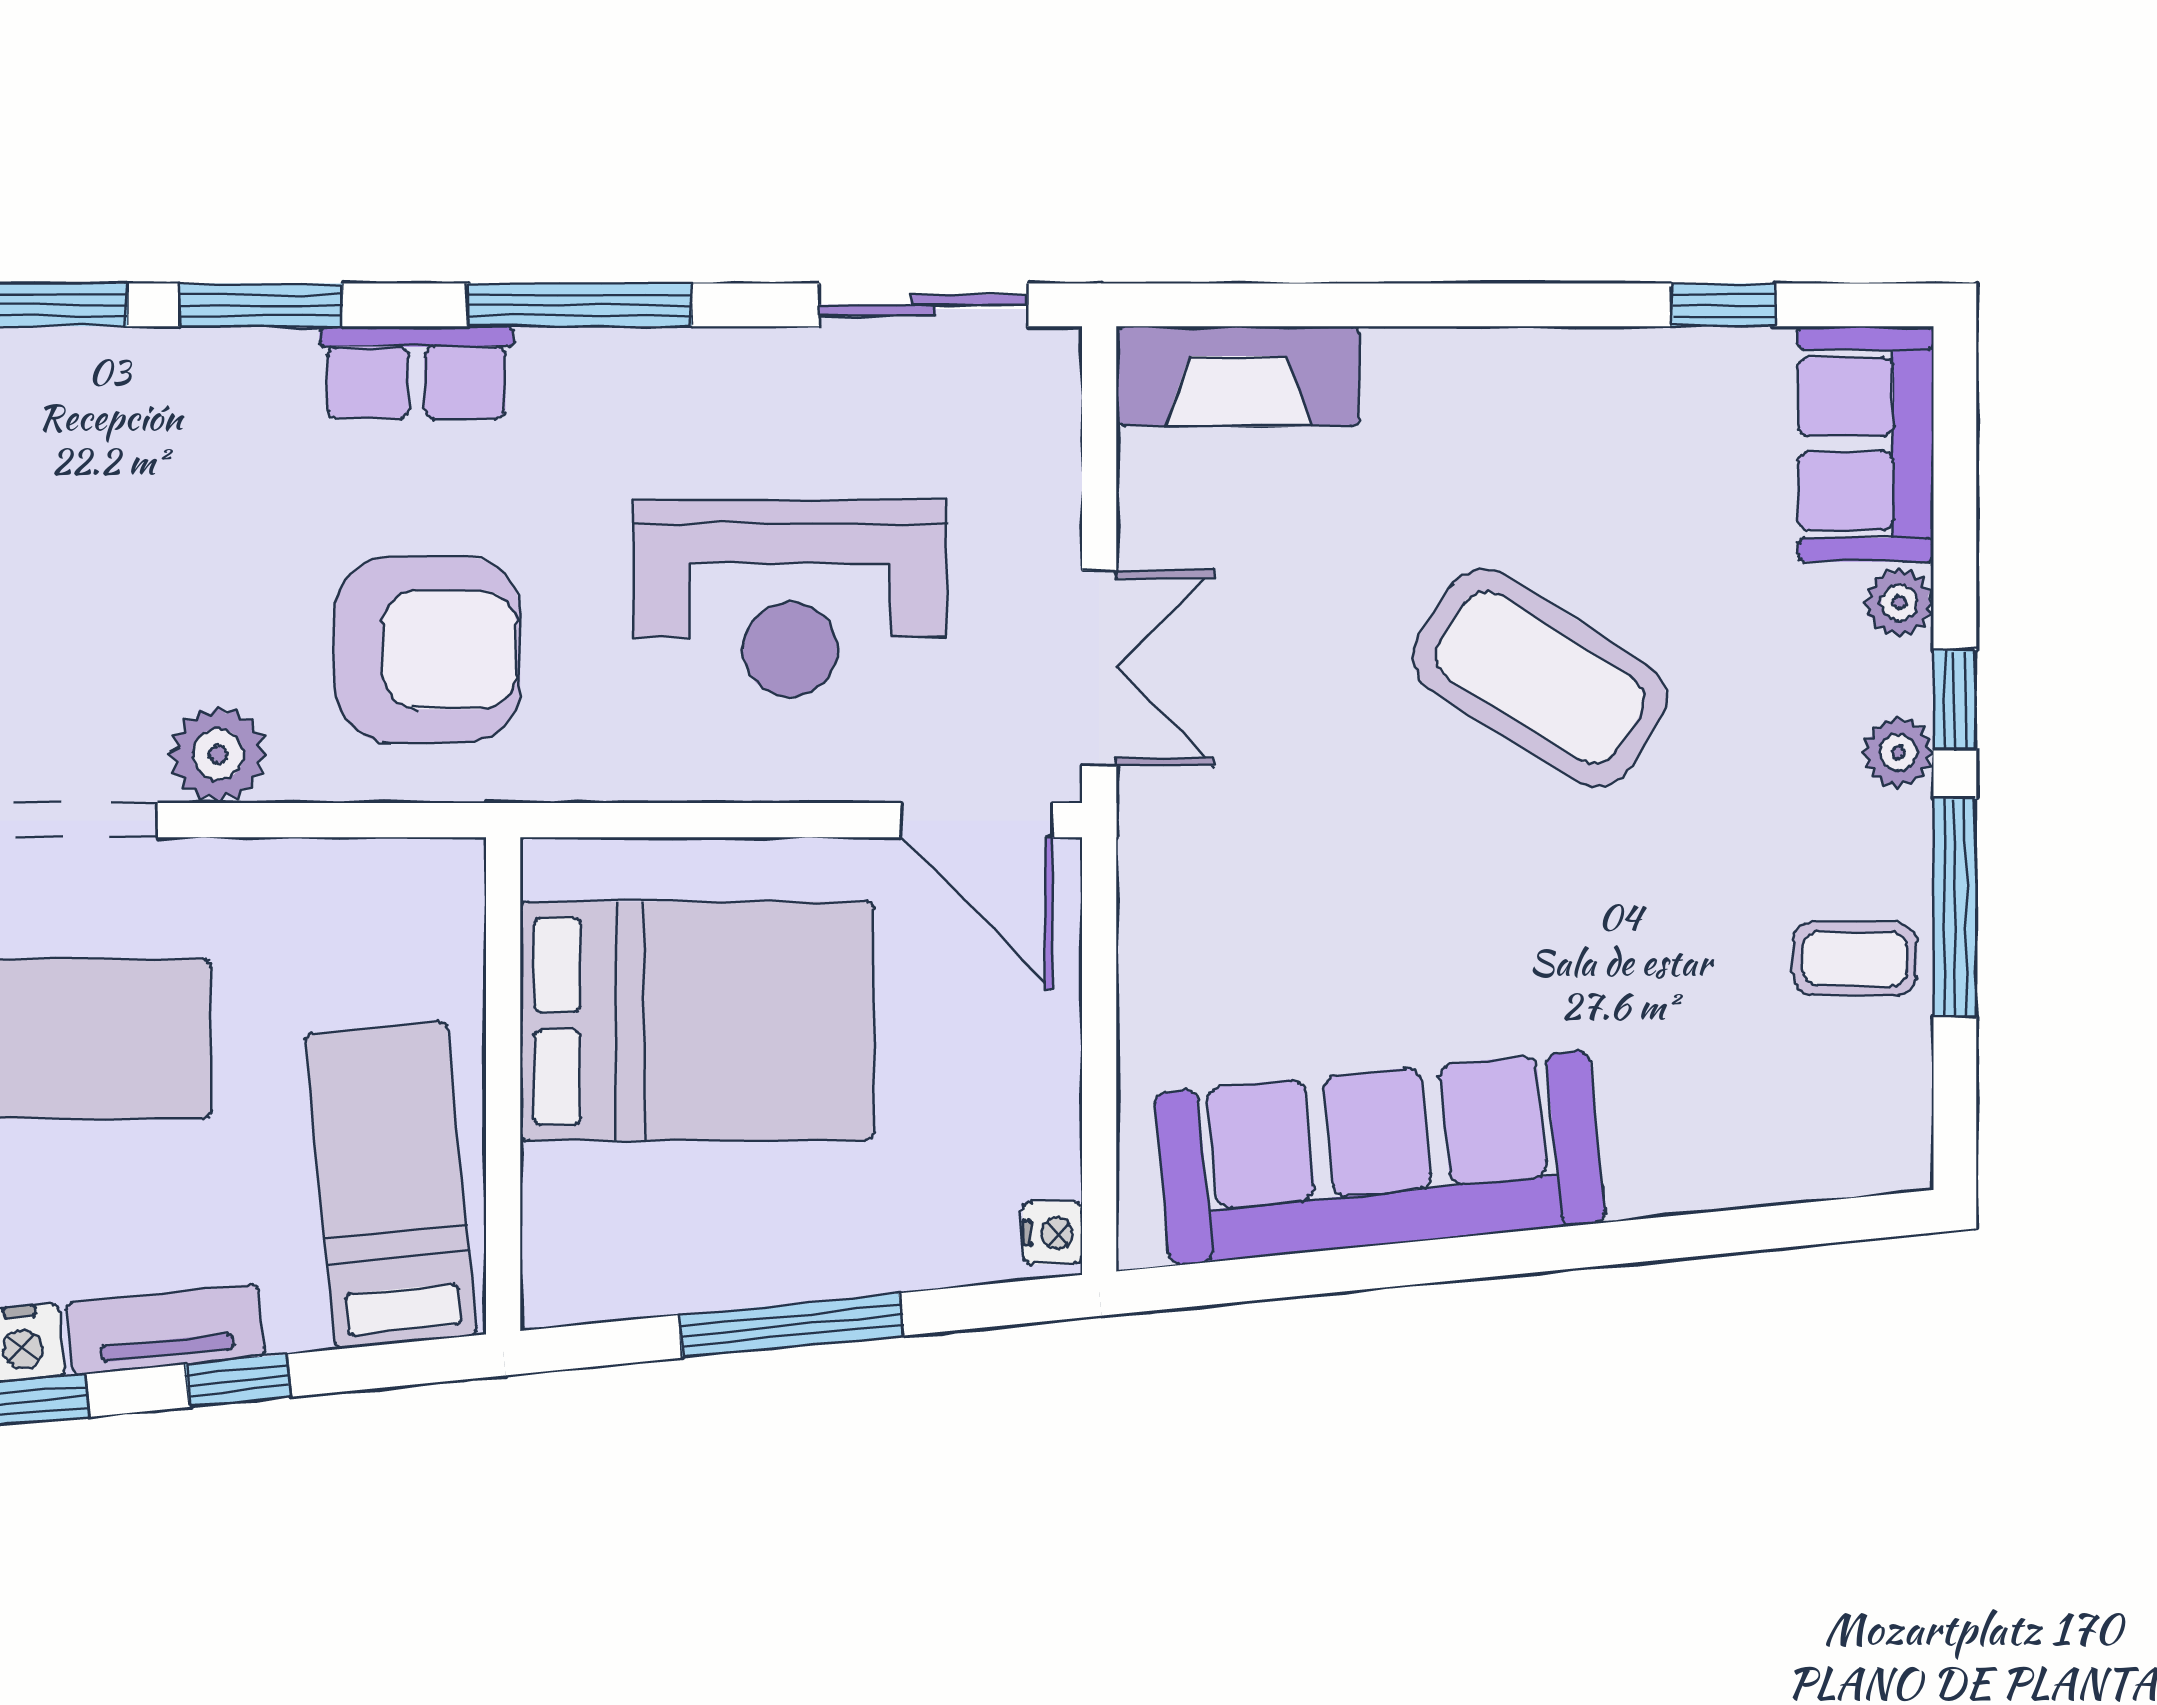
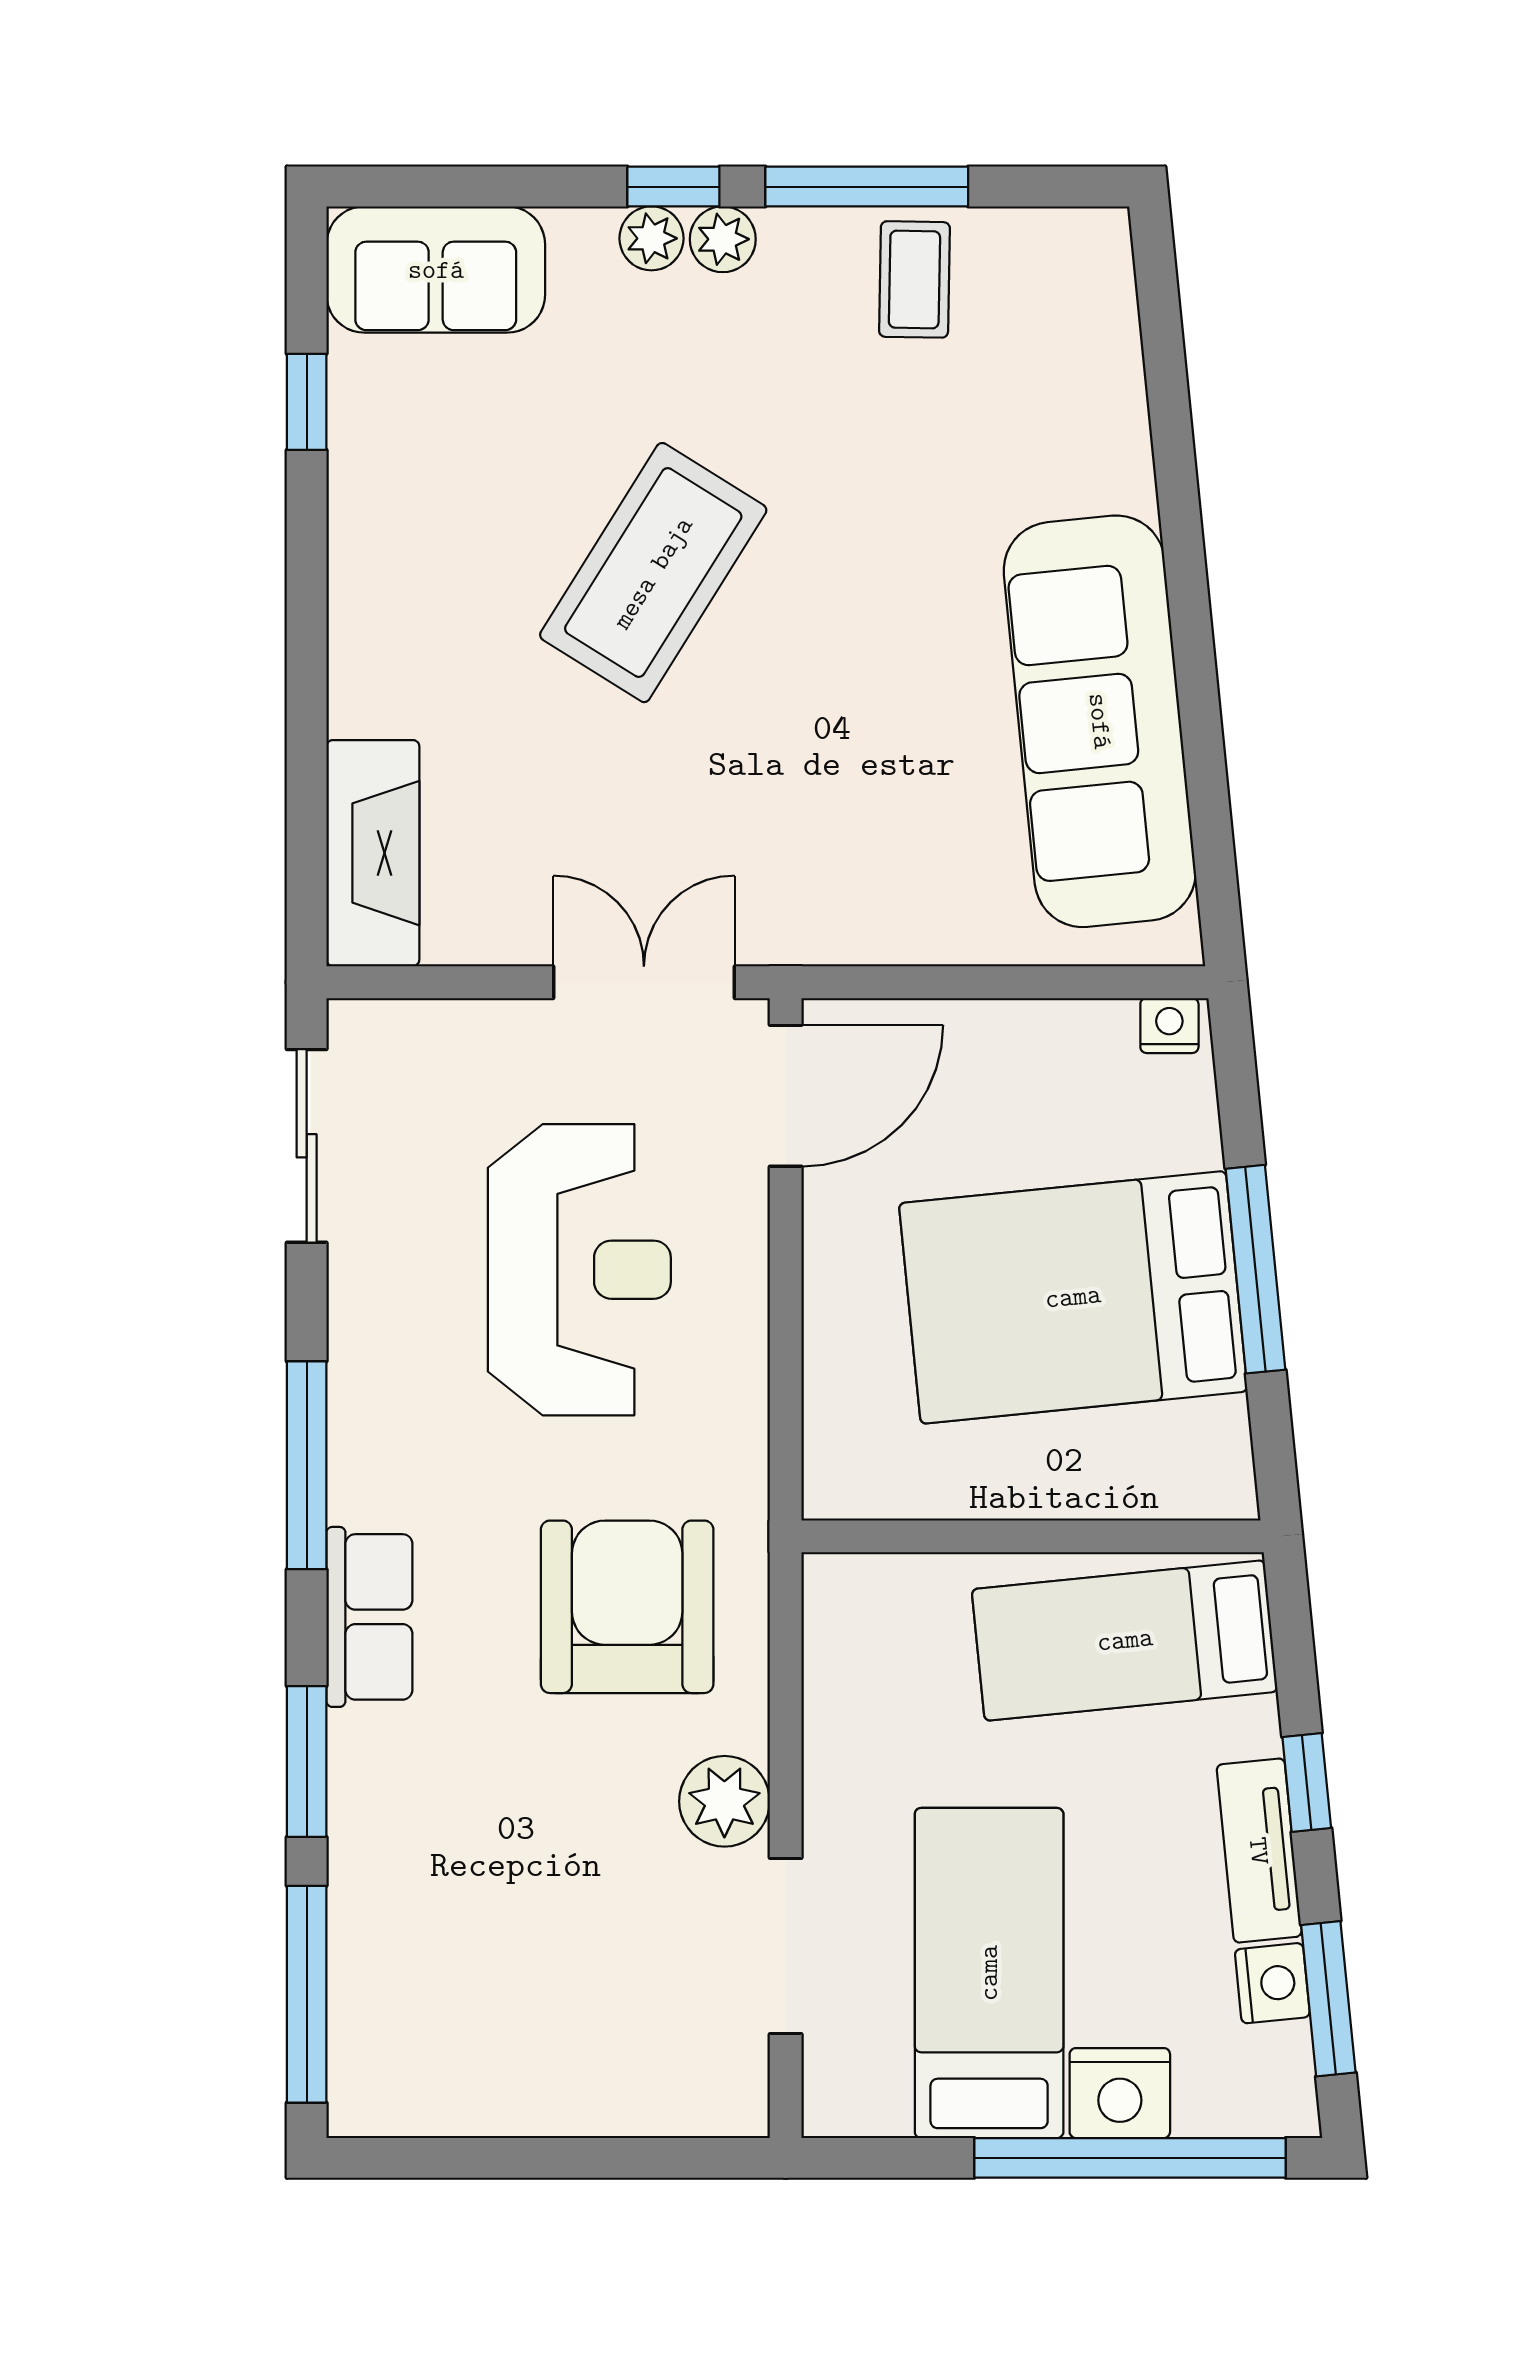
plant: (1899, 603) -> (651, 238), moved
bed: (697, 1021) -> (1073, 1297), moved, turned -96

